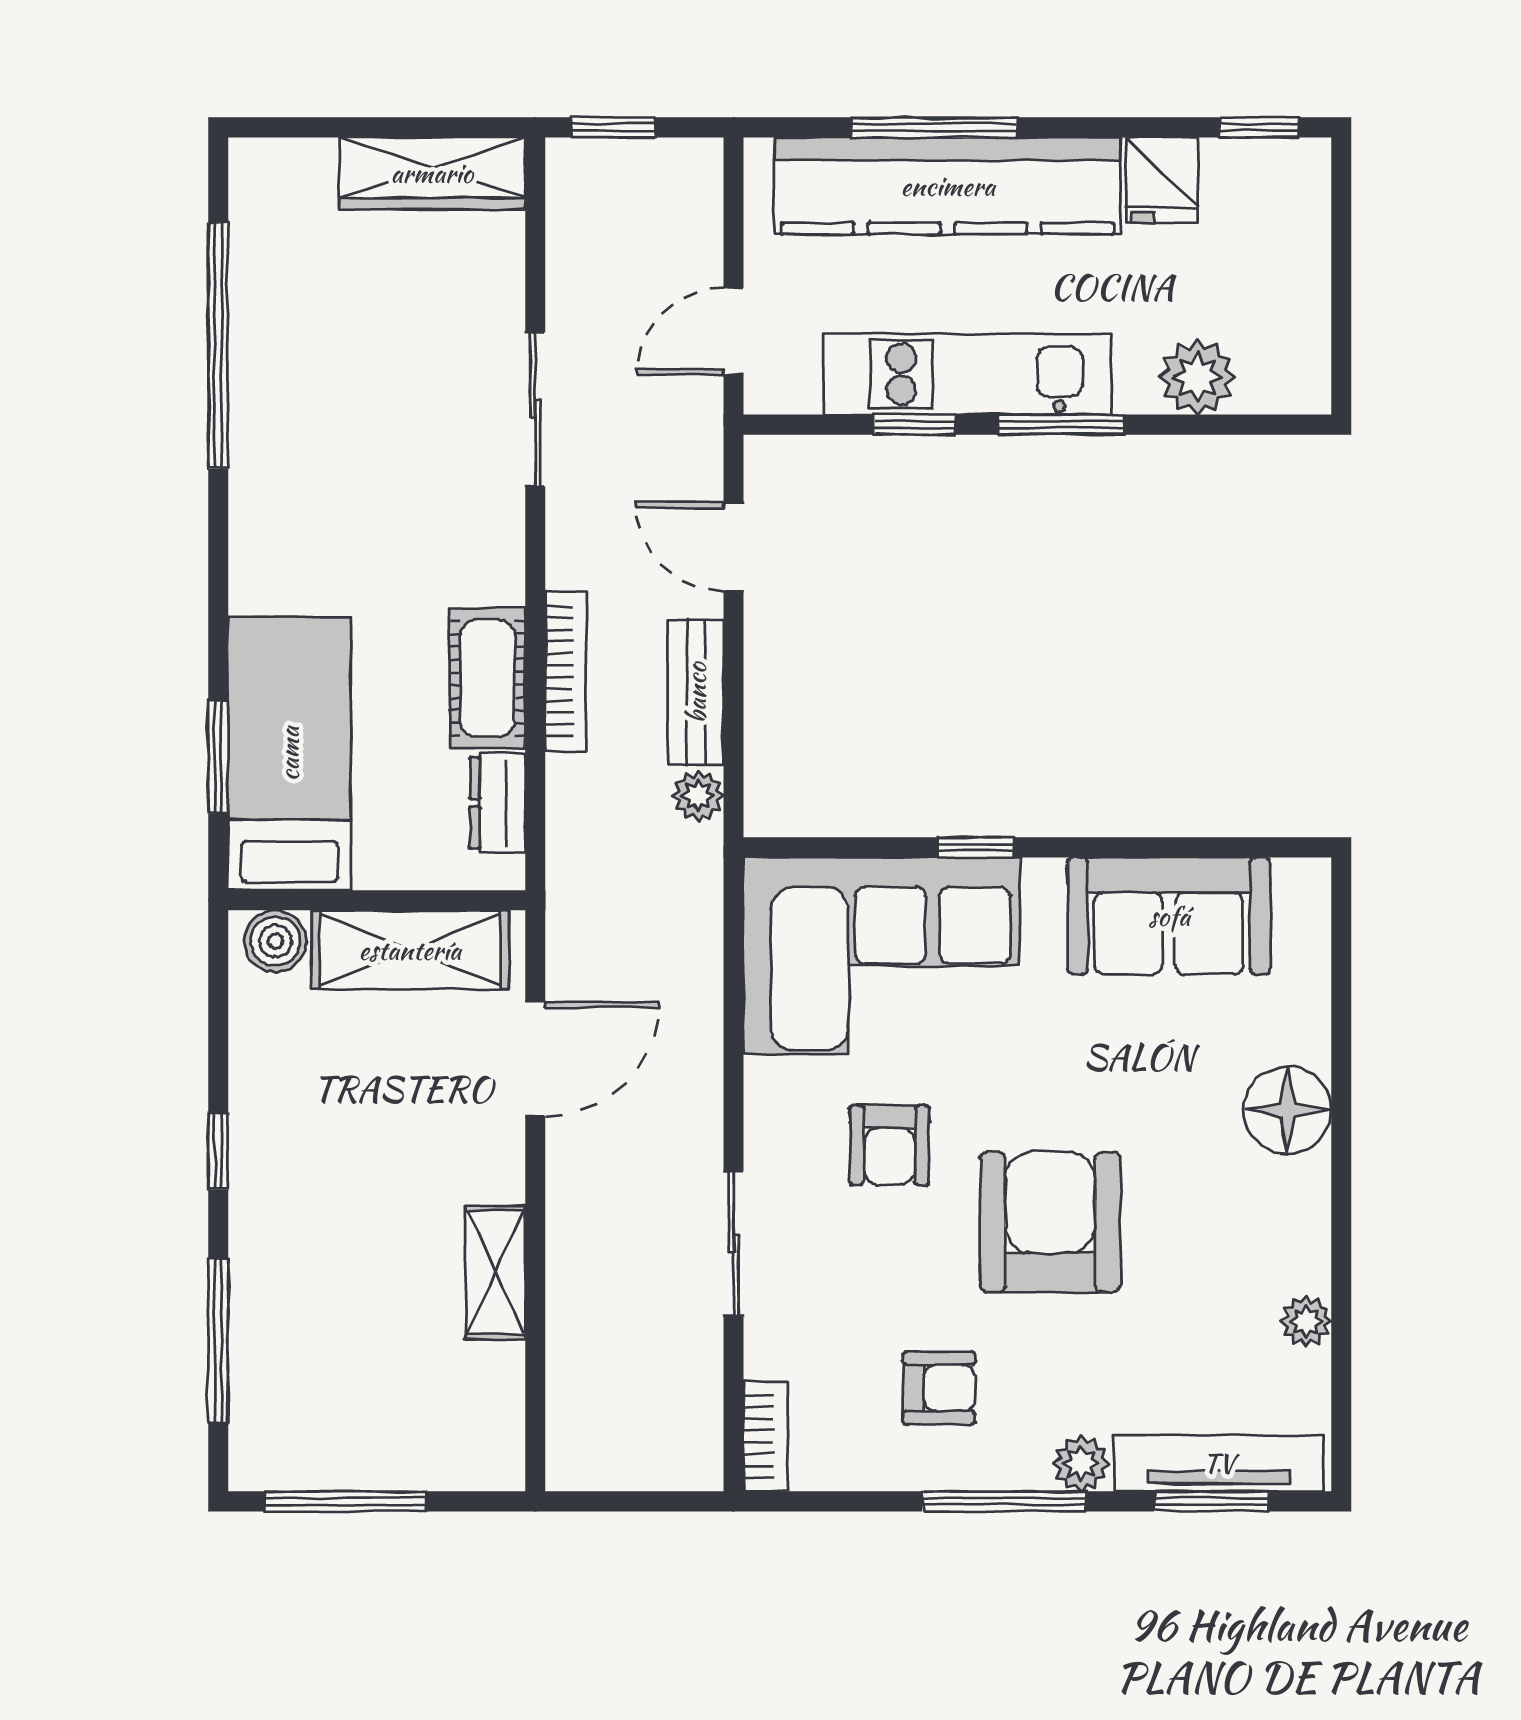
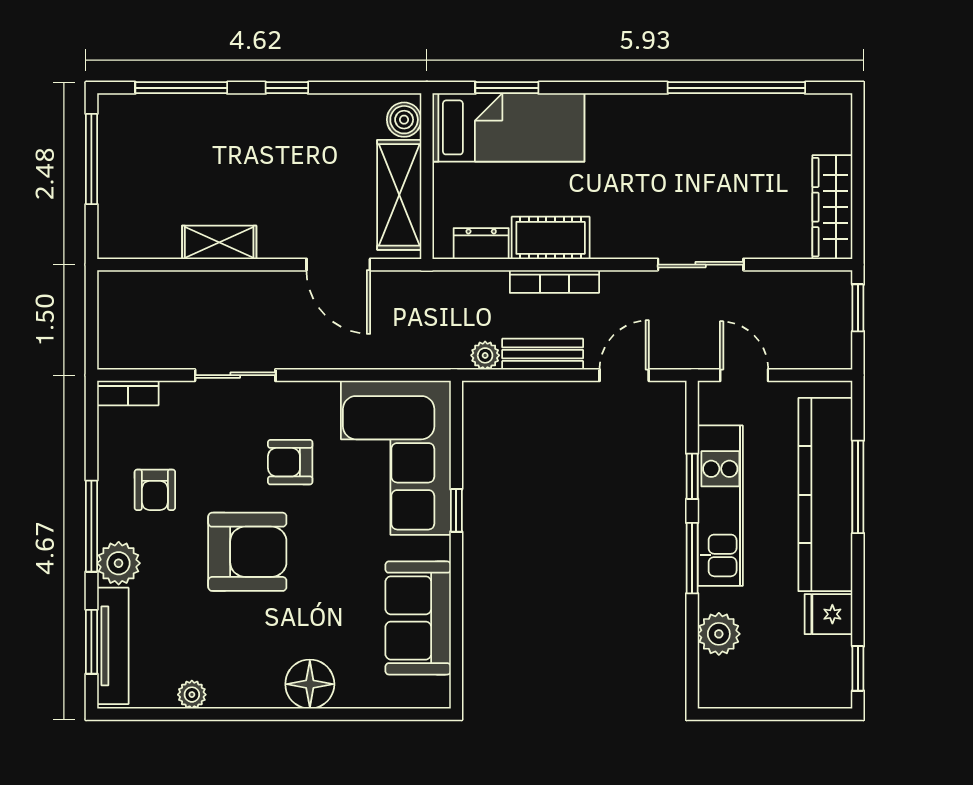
plant: (1081, 1463) -> (119, 563), width x1.38, depth x1.38

